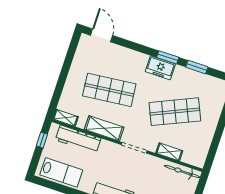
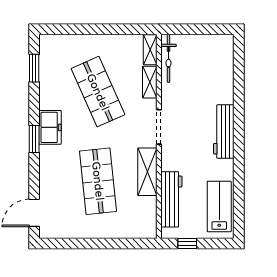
window: (168, 57) -> (34, 139), moved
window: (197, 67) -> (34, 68), moved
shelving: (66, 118) -> (150, 50), moved

